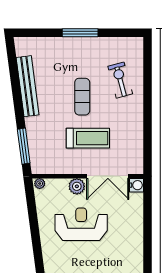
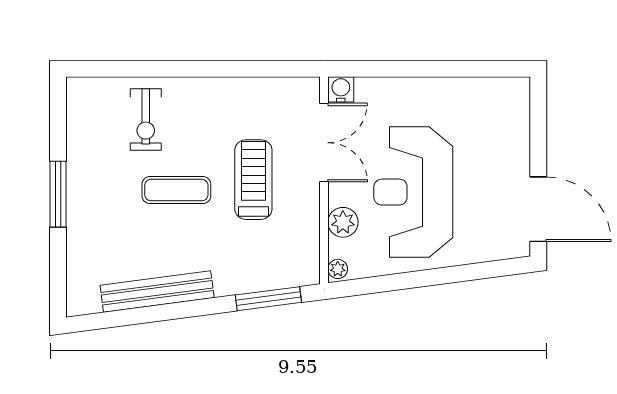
exercise bike: (120, 80) -> (146, 119), turned -75
plant: (77, 186) -> (343, 222), moved
reception desk: (81, 224) -> (413, 192), width x1.36, depth x1.30

